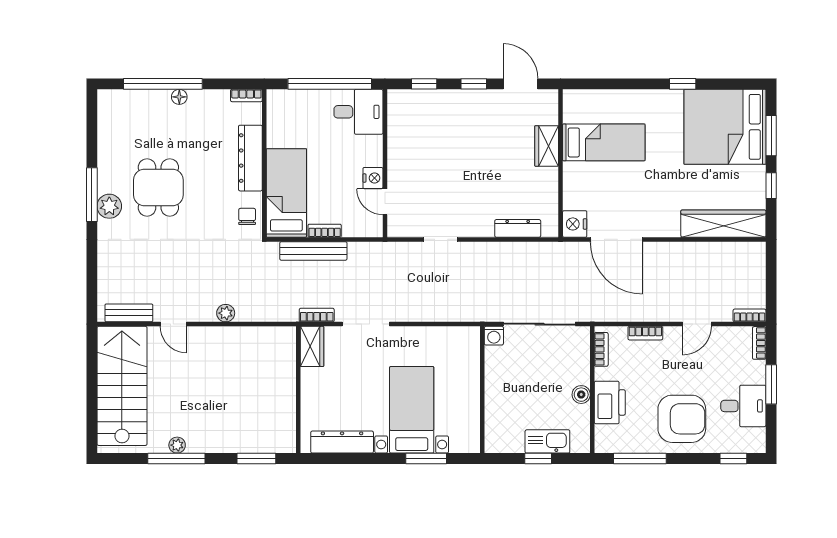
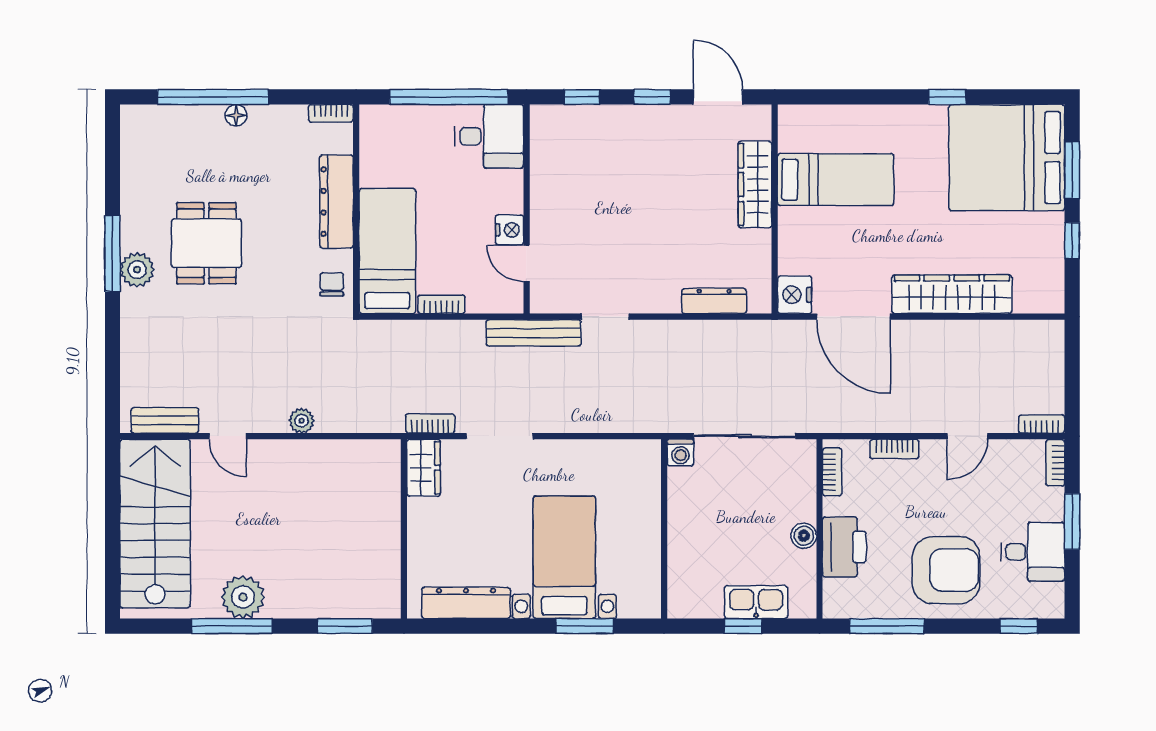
wardrobe: (547, 146) -> (755, 185), width x1.50
wardrobe: (723, 224) -> (952, 294), moved
bench: (313, 251) -> (534, 333), moved
plant: (177, 445) -> (243, 597), width x1.88, depth x1.88

